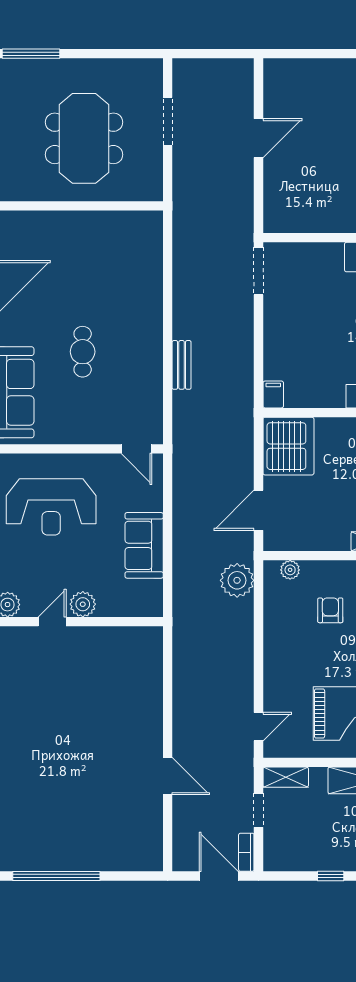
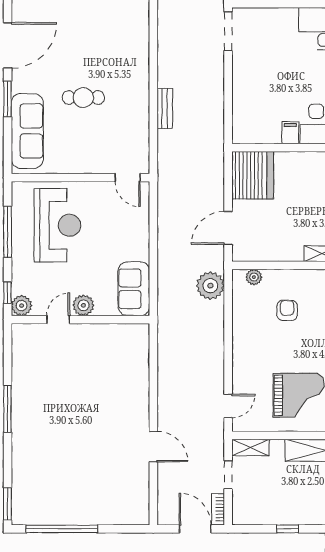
cafe table: (83, 352) -> (83, 98), turned 90
filing cabinet: (273, 394) -> (290, 133), moved
reception desk: (51, 507) -> (57, 225), turned -90
sofa: (144, 545) -> (134, 289), moved

